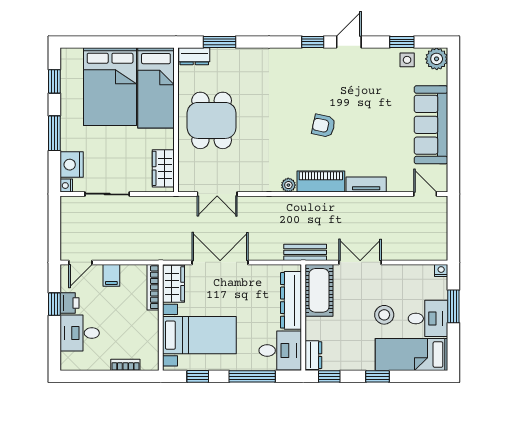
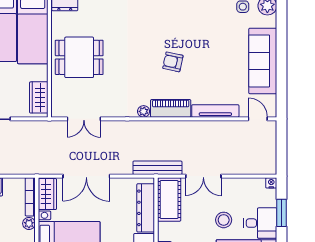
dining table: (212, 120) -> (79, 57), turned 90
tv unit: (366, 185) -> (215, 111), width x1.41
bench: (305, 252) -> (157, 168), width x1.36
double door: (220, 262) -> (86, 176), swing flipped
double door: (360, 262) -> (203, 176), swing flipped
plant: (151, 319) -> (29, 223), added

